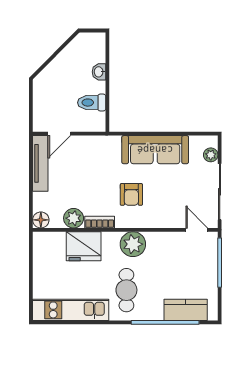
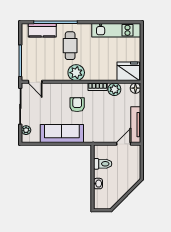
fridge: (84, 246) -> (128, 71), moved
cafe table: (126, 290) -> (70, 46), moved

